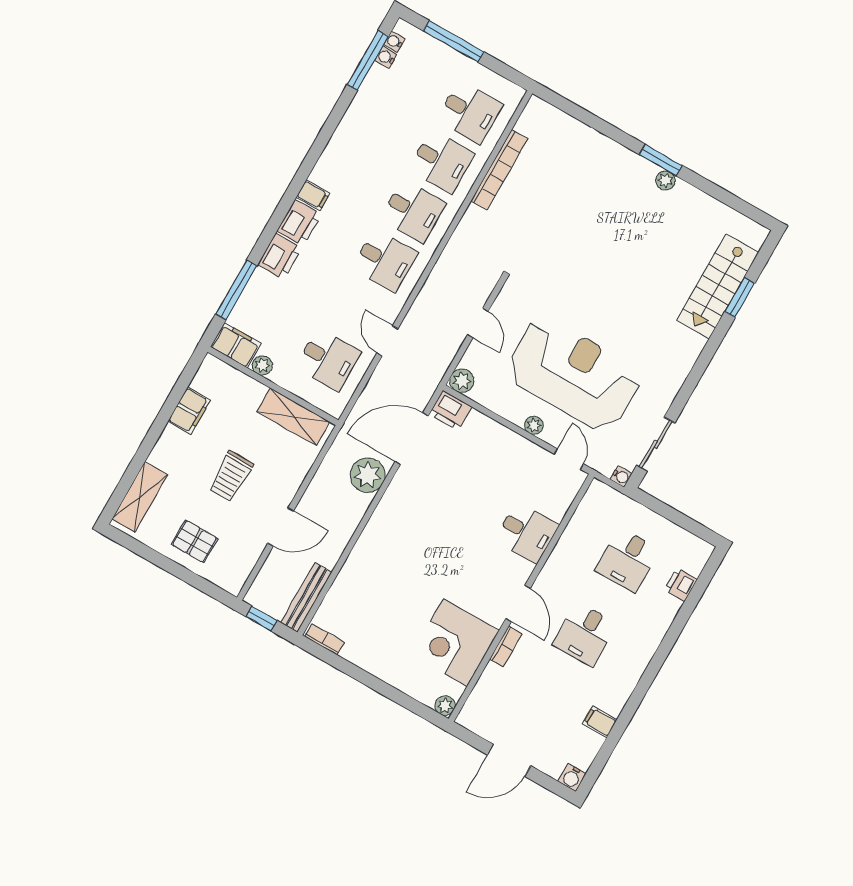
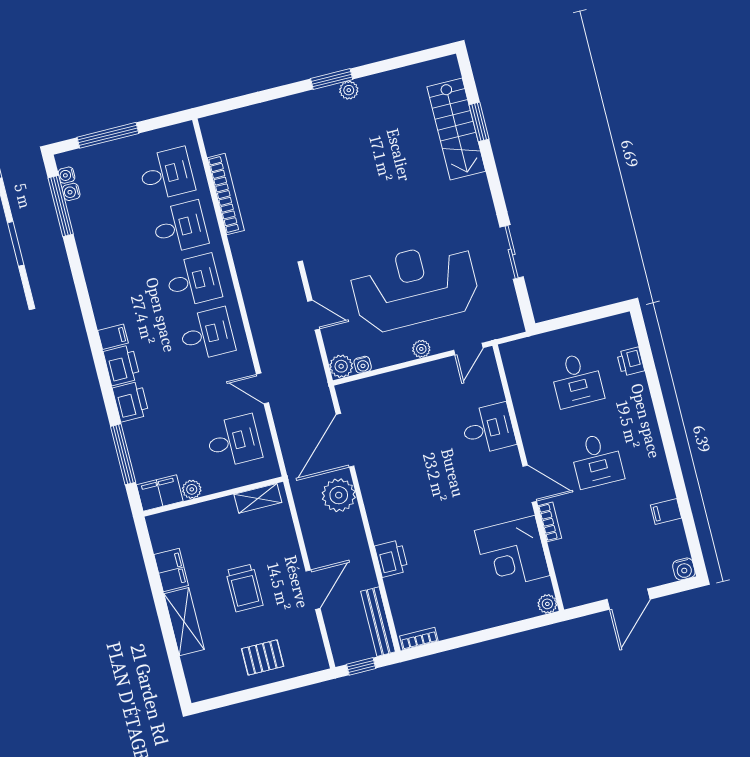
printer: (450, 411) -> (391, 558), moved, turned -90
shelving: (293, 417) -> (258, 498), width x0.67, depth x0.75
sliding door: (656, 444) -> (512, 252), moved
door: (569, 459) -> (468, 349), swing flipped
water cooler: (621, 476) -> (363, 365), moved, turned 90
shelving: (140, 497) -> (184, 622), moved

